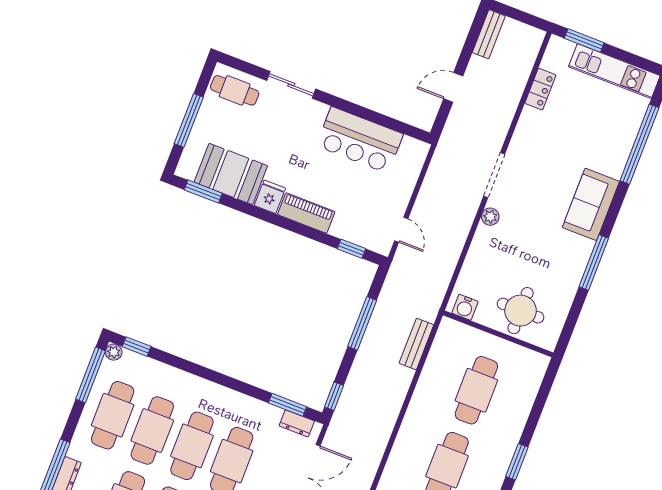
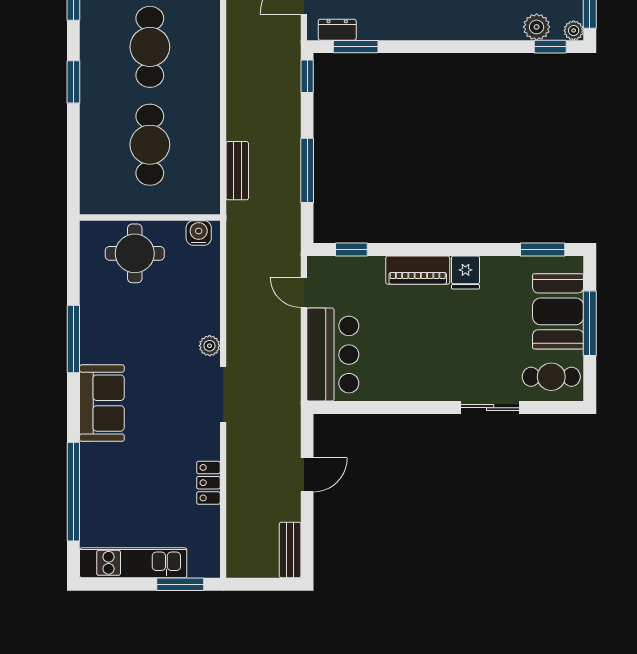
locker: (540, 89) -> (208, 483), moved
bar counter: (360, 140) -> (333, 355), moved, turned 90
booth: (231, 174) -> (558, 311), moved, turned 90
plant: (141, 366) -> (537, 27), added

